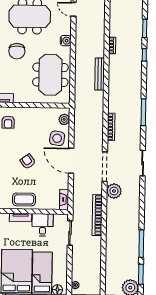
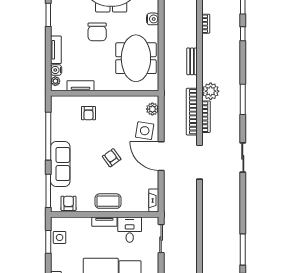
bench: (100, 74) -> (192, 61), width x0.73
plant: (114, 191) -> (211, 91), moved
bookcase: (97, 215) -> (192, 112), moved

